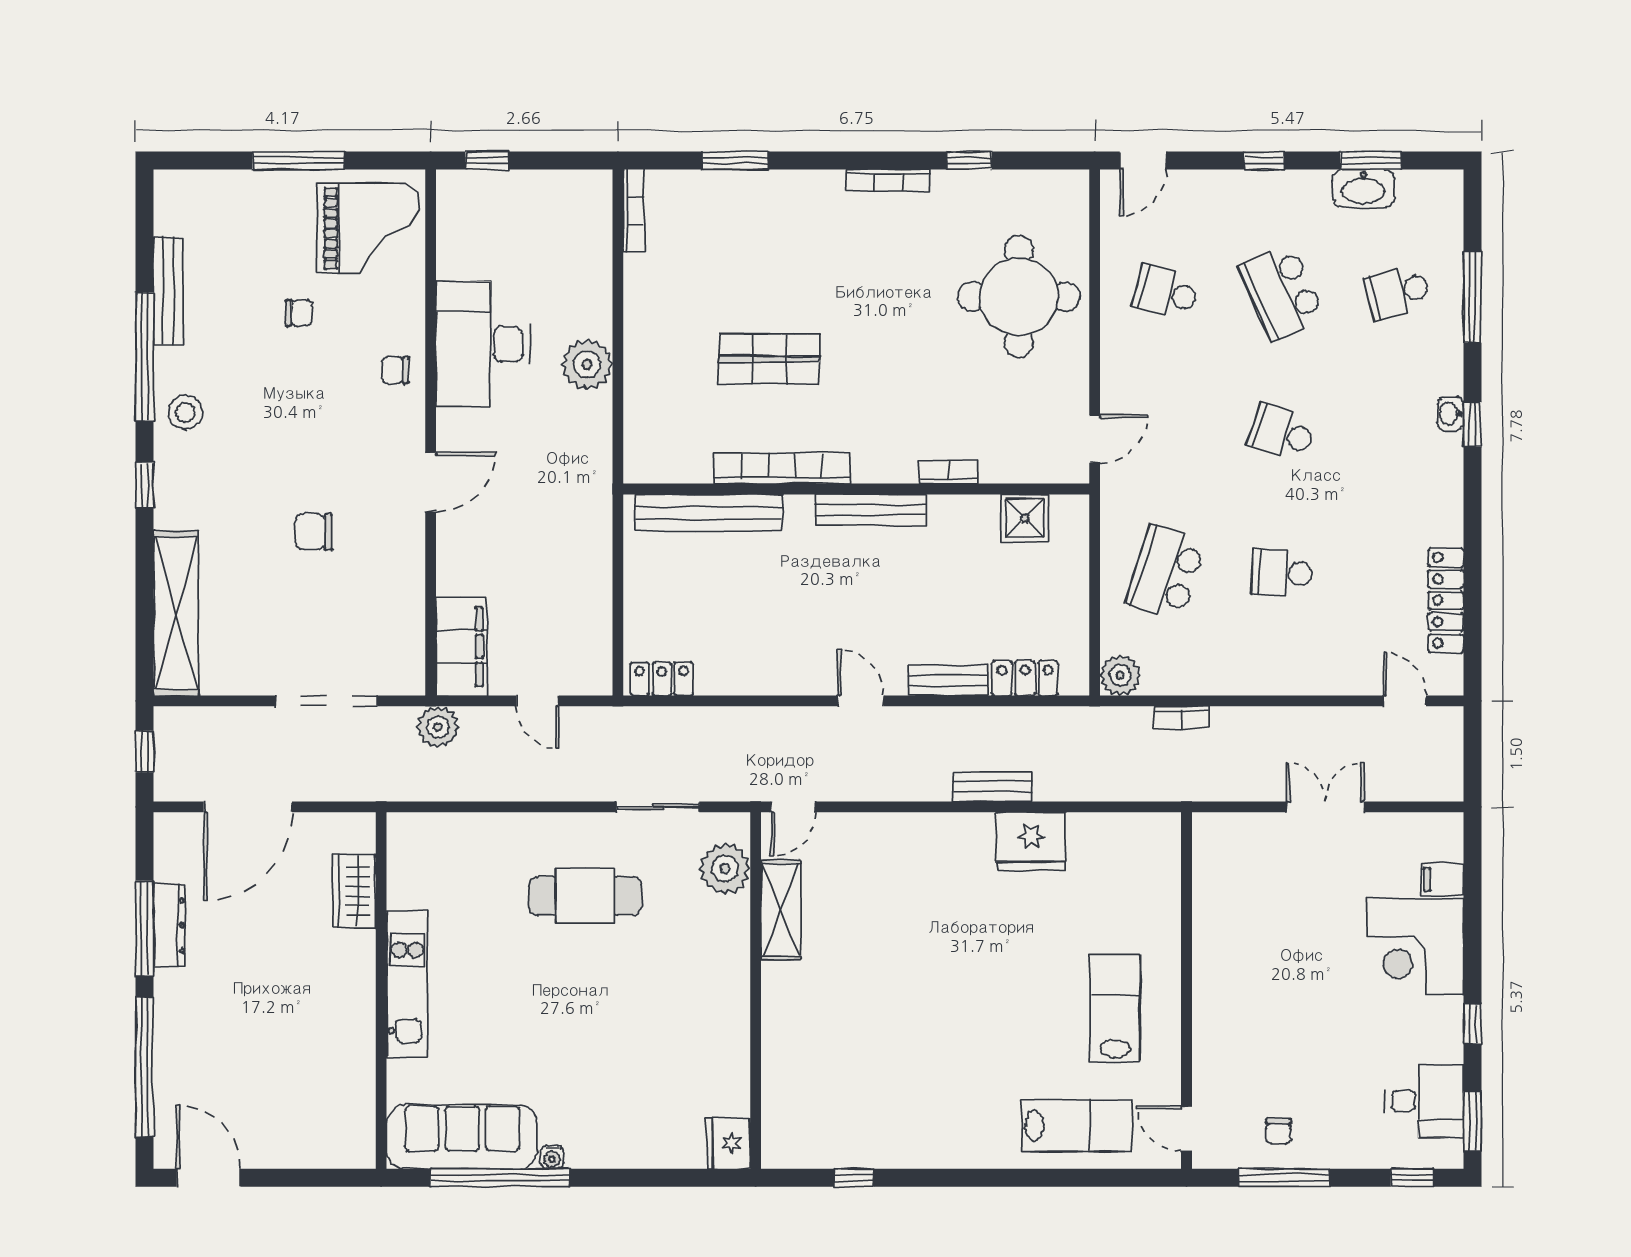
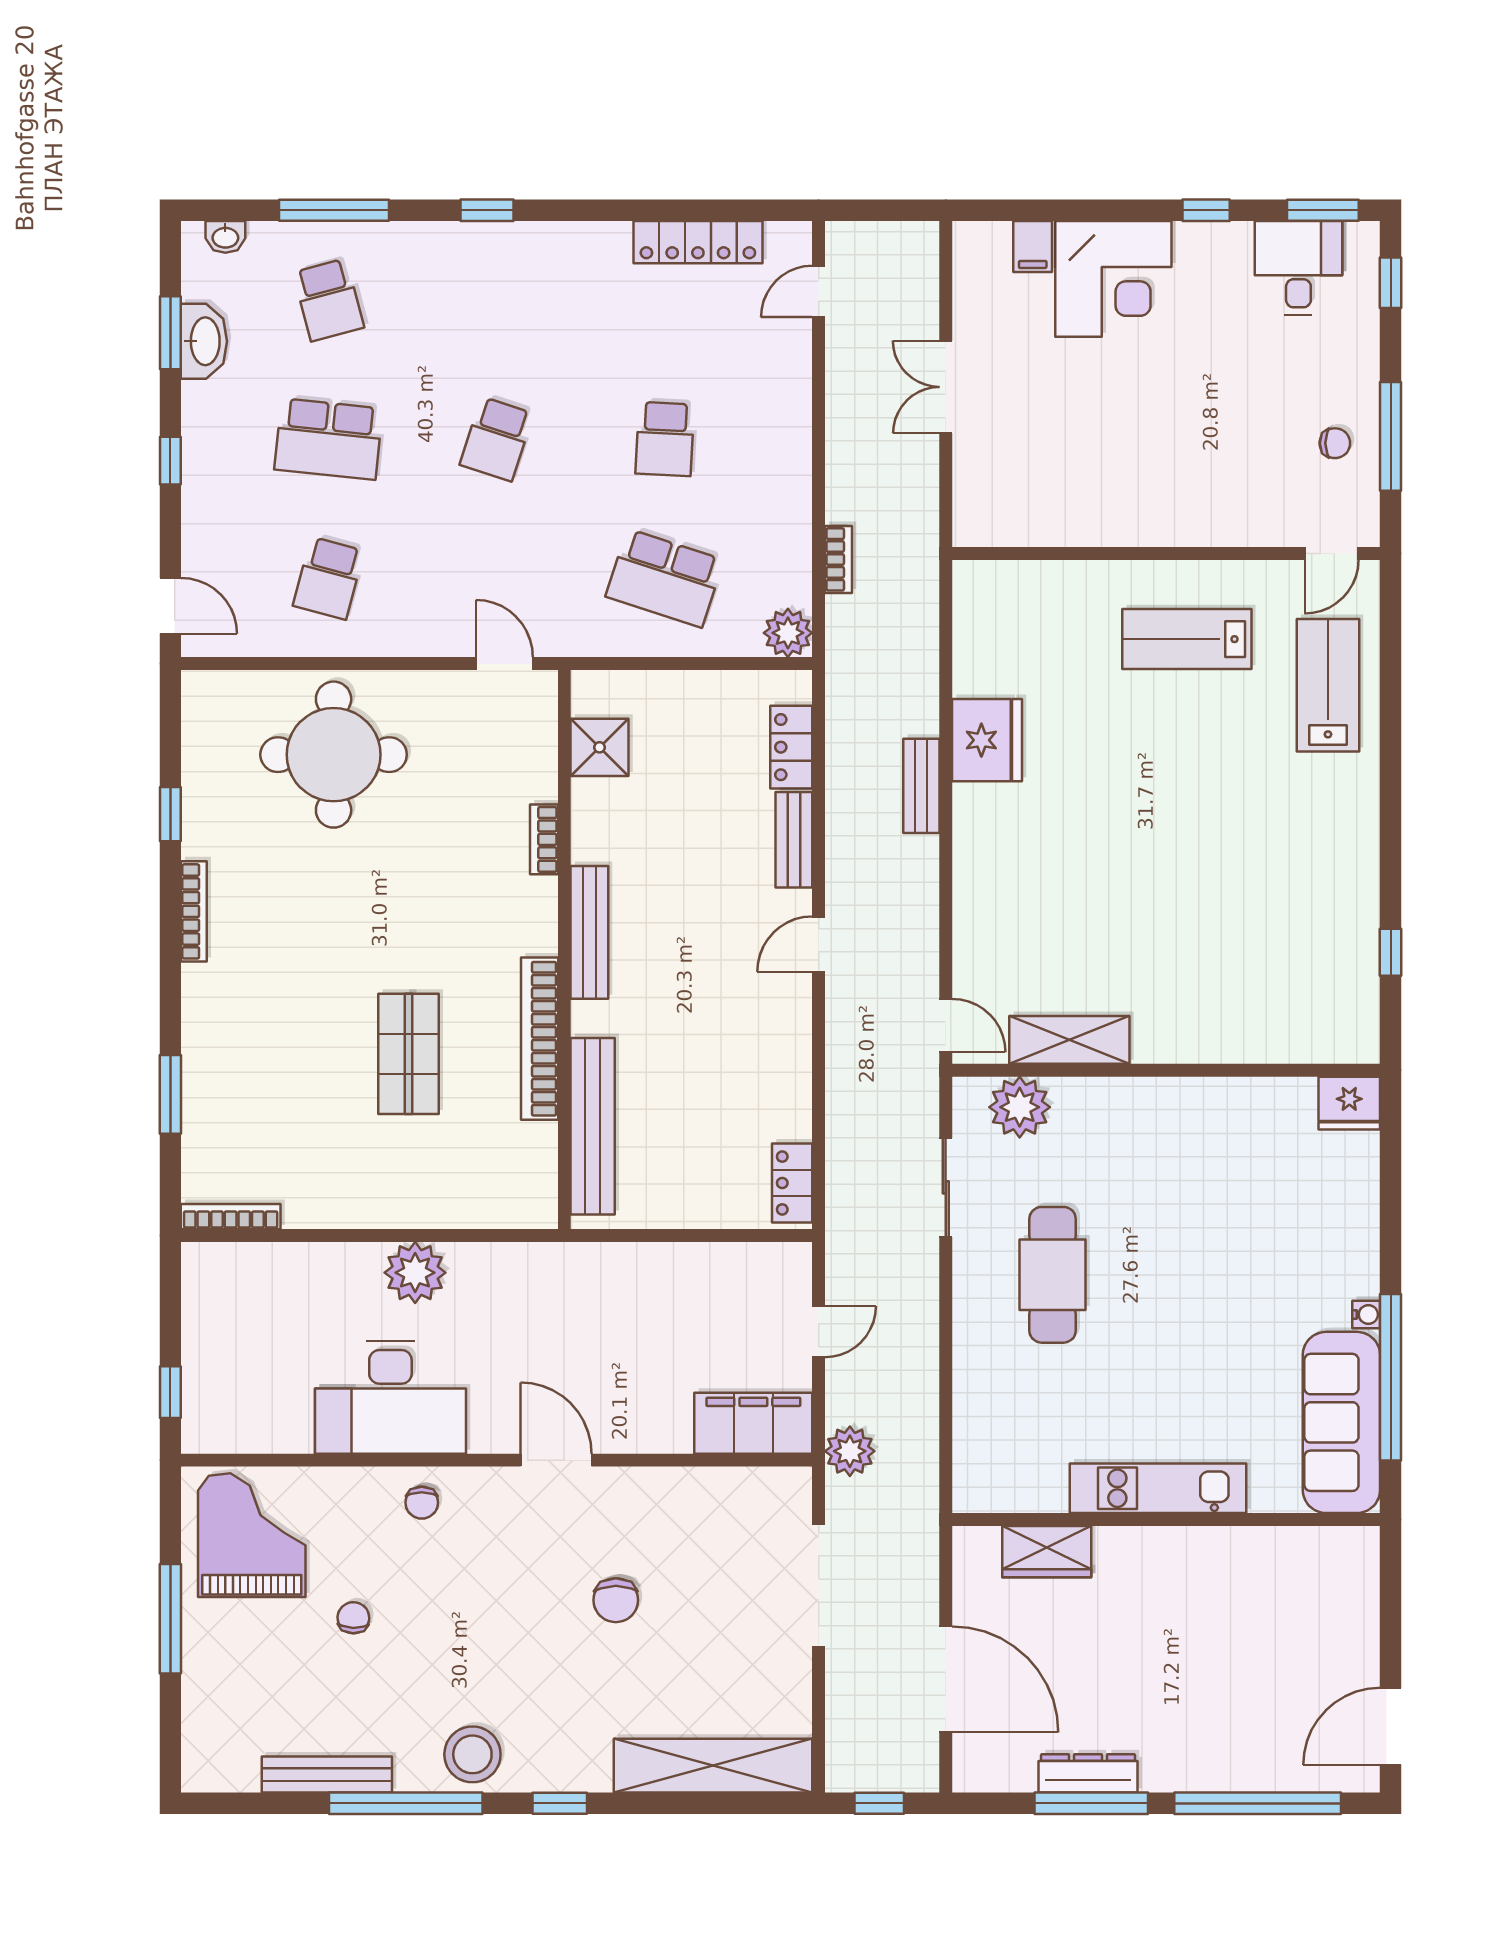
school desk: (1282, 292) -> (328, 439), turned 30
stool: (185, 412) -> (472, 1754), width x1.38, depth x1.38
washbasin: (1450, 414) -> (225, 237), moved

